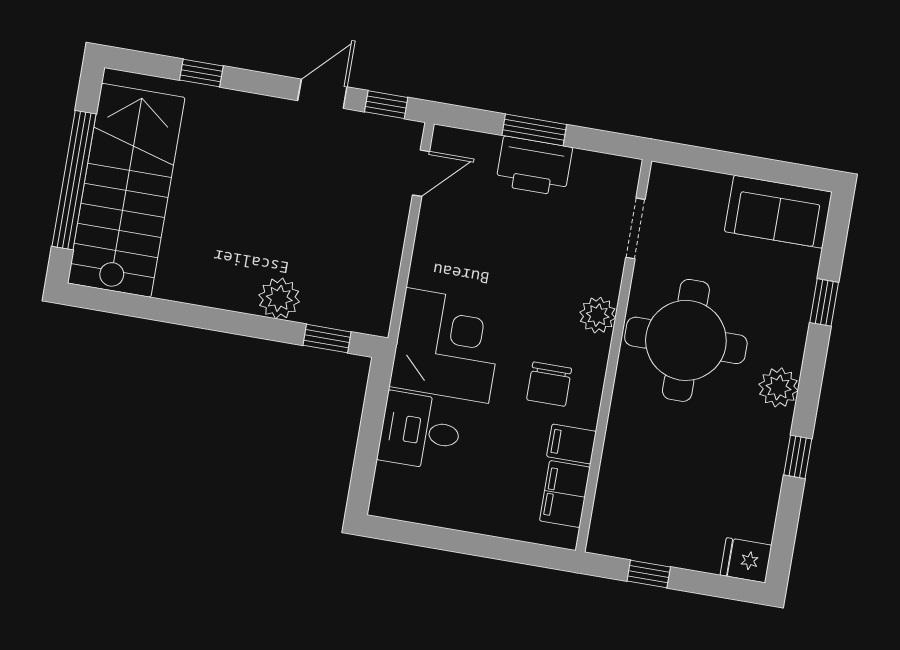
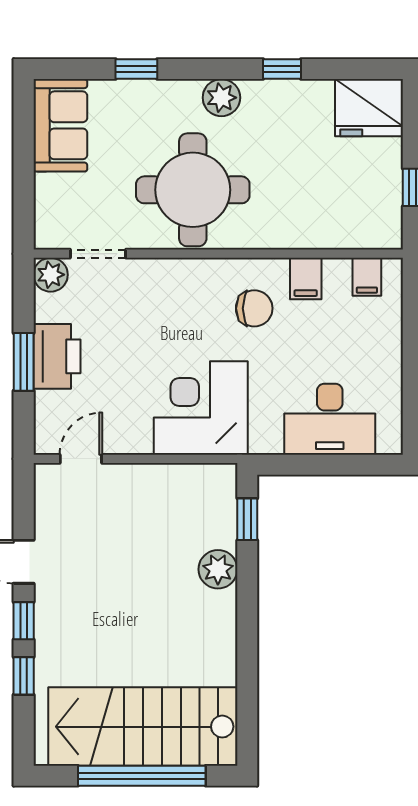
window: (386, 105) -> (24, 621), moved
door: (421, 173) -> (81, 459), hinge flipped
plant: (598, 315) -> (51, 275), moved
corner desk: (447, 345) -> (201, 408), moved
desk: (420, 431) -> (330, 419), width x1.37
filing cabinet: (565, 494) -> (367, 277), width x0.50
fridge: (746, 560) -> (369, 108), width x1.88, depth x1.34

